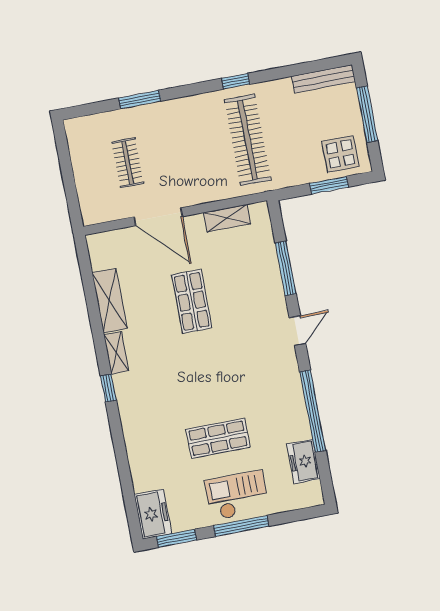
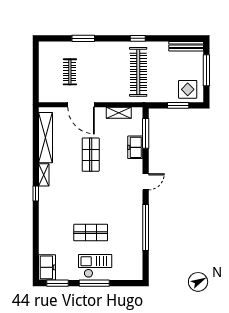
window: (286, 268) -> (146, 133), moved
shelving: (110, 301) -> (46, 138), width x1.47
freezer: (303, 461) -> (135, 147), moved

